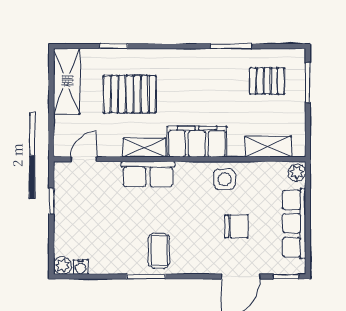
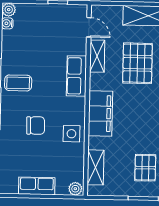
shelving: (144, 147) -> (97, 56), moved
row of seats: (294, 224) -> (37, 186), width x0.68
chair: (236, 226) -> (36, 125), moved, turned -91

